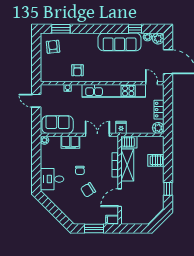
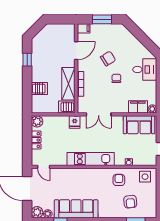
armchair: (53, 47) -> (130, 202), moved
side table: (52, 73) -> (145, 177), added
kitchen unit: (114, 91) -> (91, 159), width x0.73
filing cabinet: (70, 142) -> (138, 107), moved

